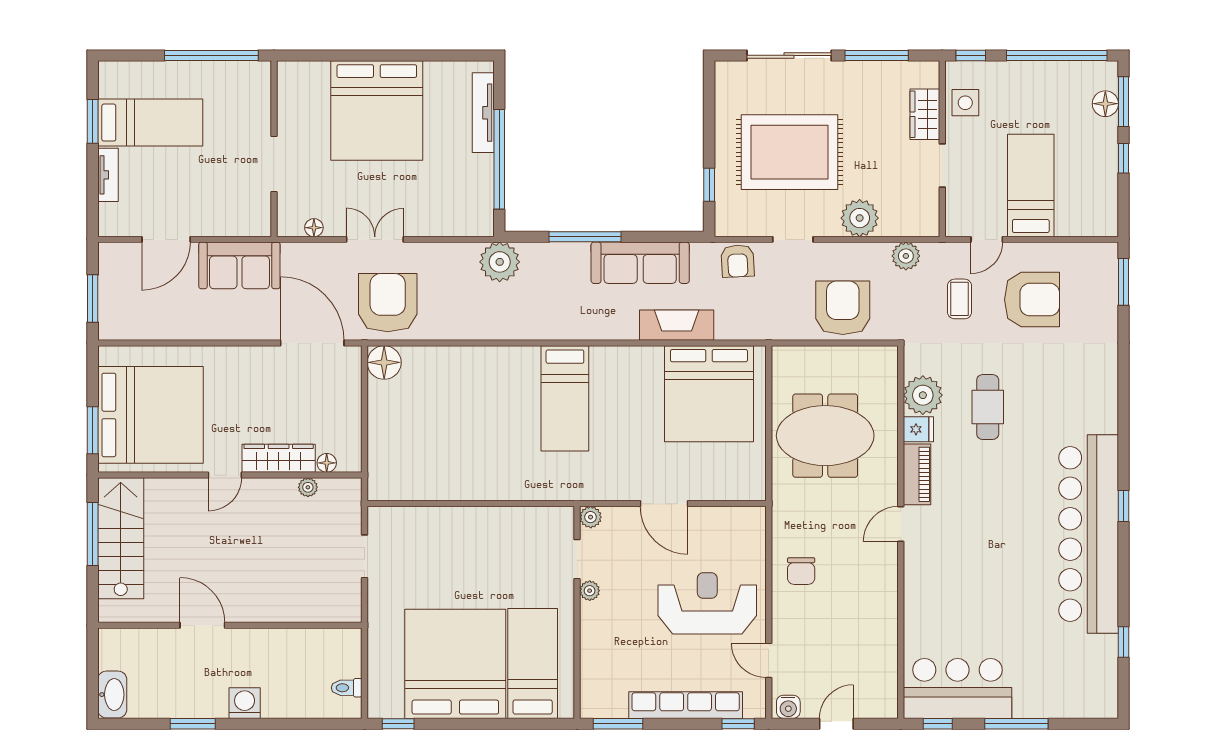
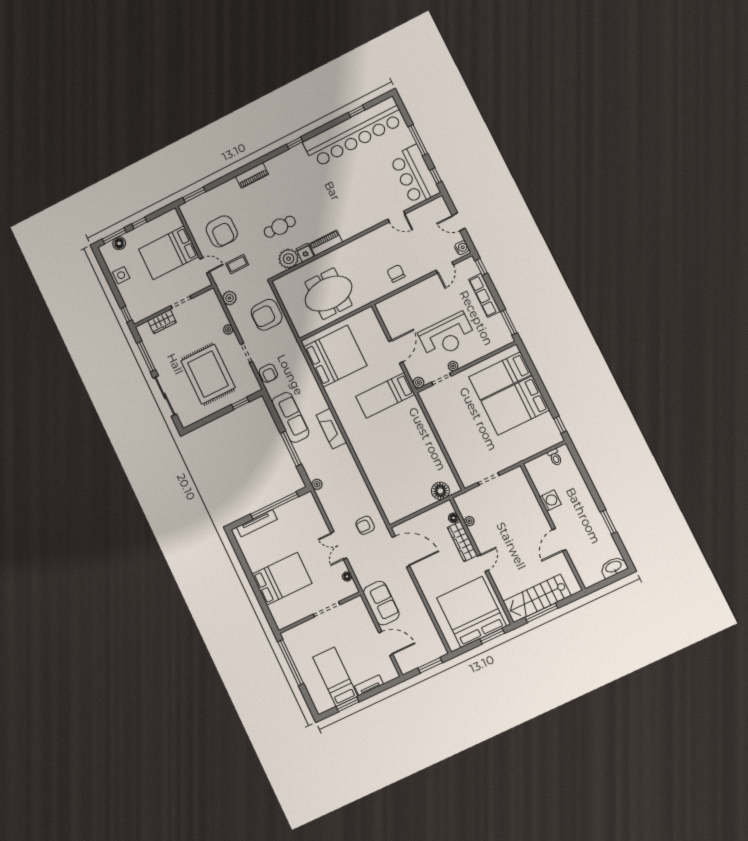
window: (1057, 55) -> (108, 276), removed
side table: (965, 103) -> (121, 275), moved
bed: (377, 110) -> (282, 579), width x0.73
bed: (1031, 185) -> (169, 253), width x1.50
plant: (860, 218) -> (228, 330), width x0.53, depth x0.53
armchair: (738, 261) -> (268, 373), turned 93
plant: (500, 262) -> (317, 484), width x0.53, depth x0.53
armchair: (1032, 300) -> (222, 231), turned 180
armchair: (388, 303) -> (365, 525), width x0.53, depth x0.53
fireplace: (677, 325) -> (331, 429), moved
door: (312, 343) -> (401, 552), swing flipped
floor lamp: (384, 362) -> (440, 491), moved
bed: (565, 398) -> (385, 395), moved, turned 180
piano: (1105, 402) -> (252, 175), added
meeting table: (825, 436) -> (328, 294), turned 90
door: (225, 475) -> (483, 563), hinge flipped
door: (901, 524) -> (396, 217), moved
bar counter: (1089, 534) -> (354, 132), moved
chair: (801, 571) -> (396, 273), turned -90
reception desk: (707, 603) -> (447, 336), moved, turned -90
bed: (455, 664) -> (515, 405), width x0.73
washing machine: (245, 703) -> (550, 501), moved, turned 180
row of seats: (686, 705) -> (484, 295), width x0.73

